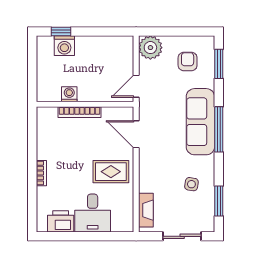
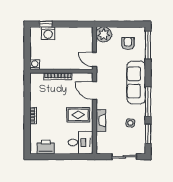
window: (219, 64) -> (148, 45), width x1.44
door: (136, 86) -> (95, 59), hinge flipped
washing machine: (69, 94) -> (35, 65), moved
window: (219, 129) -> (148, 102), moved
fireplace: (146, 210) -> (101, 121), moved
desk: (93, 213) -> (81, 143), moved, turned -90

